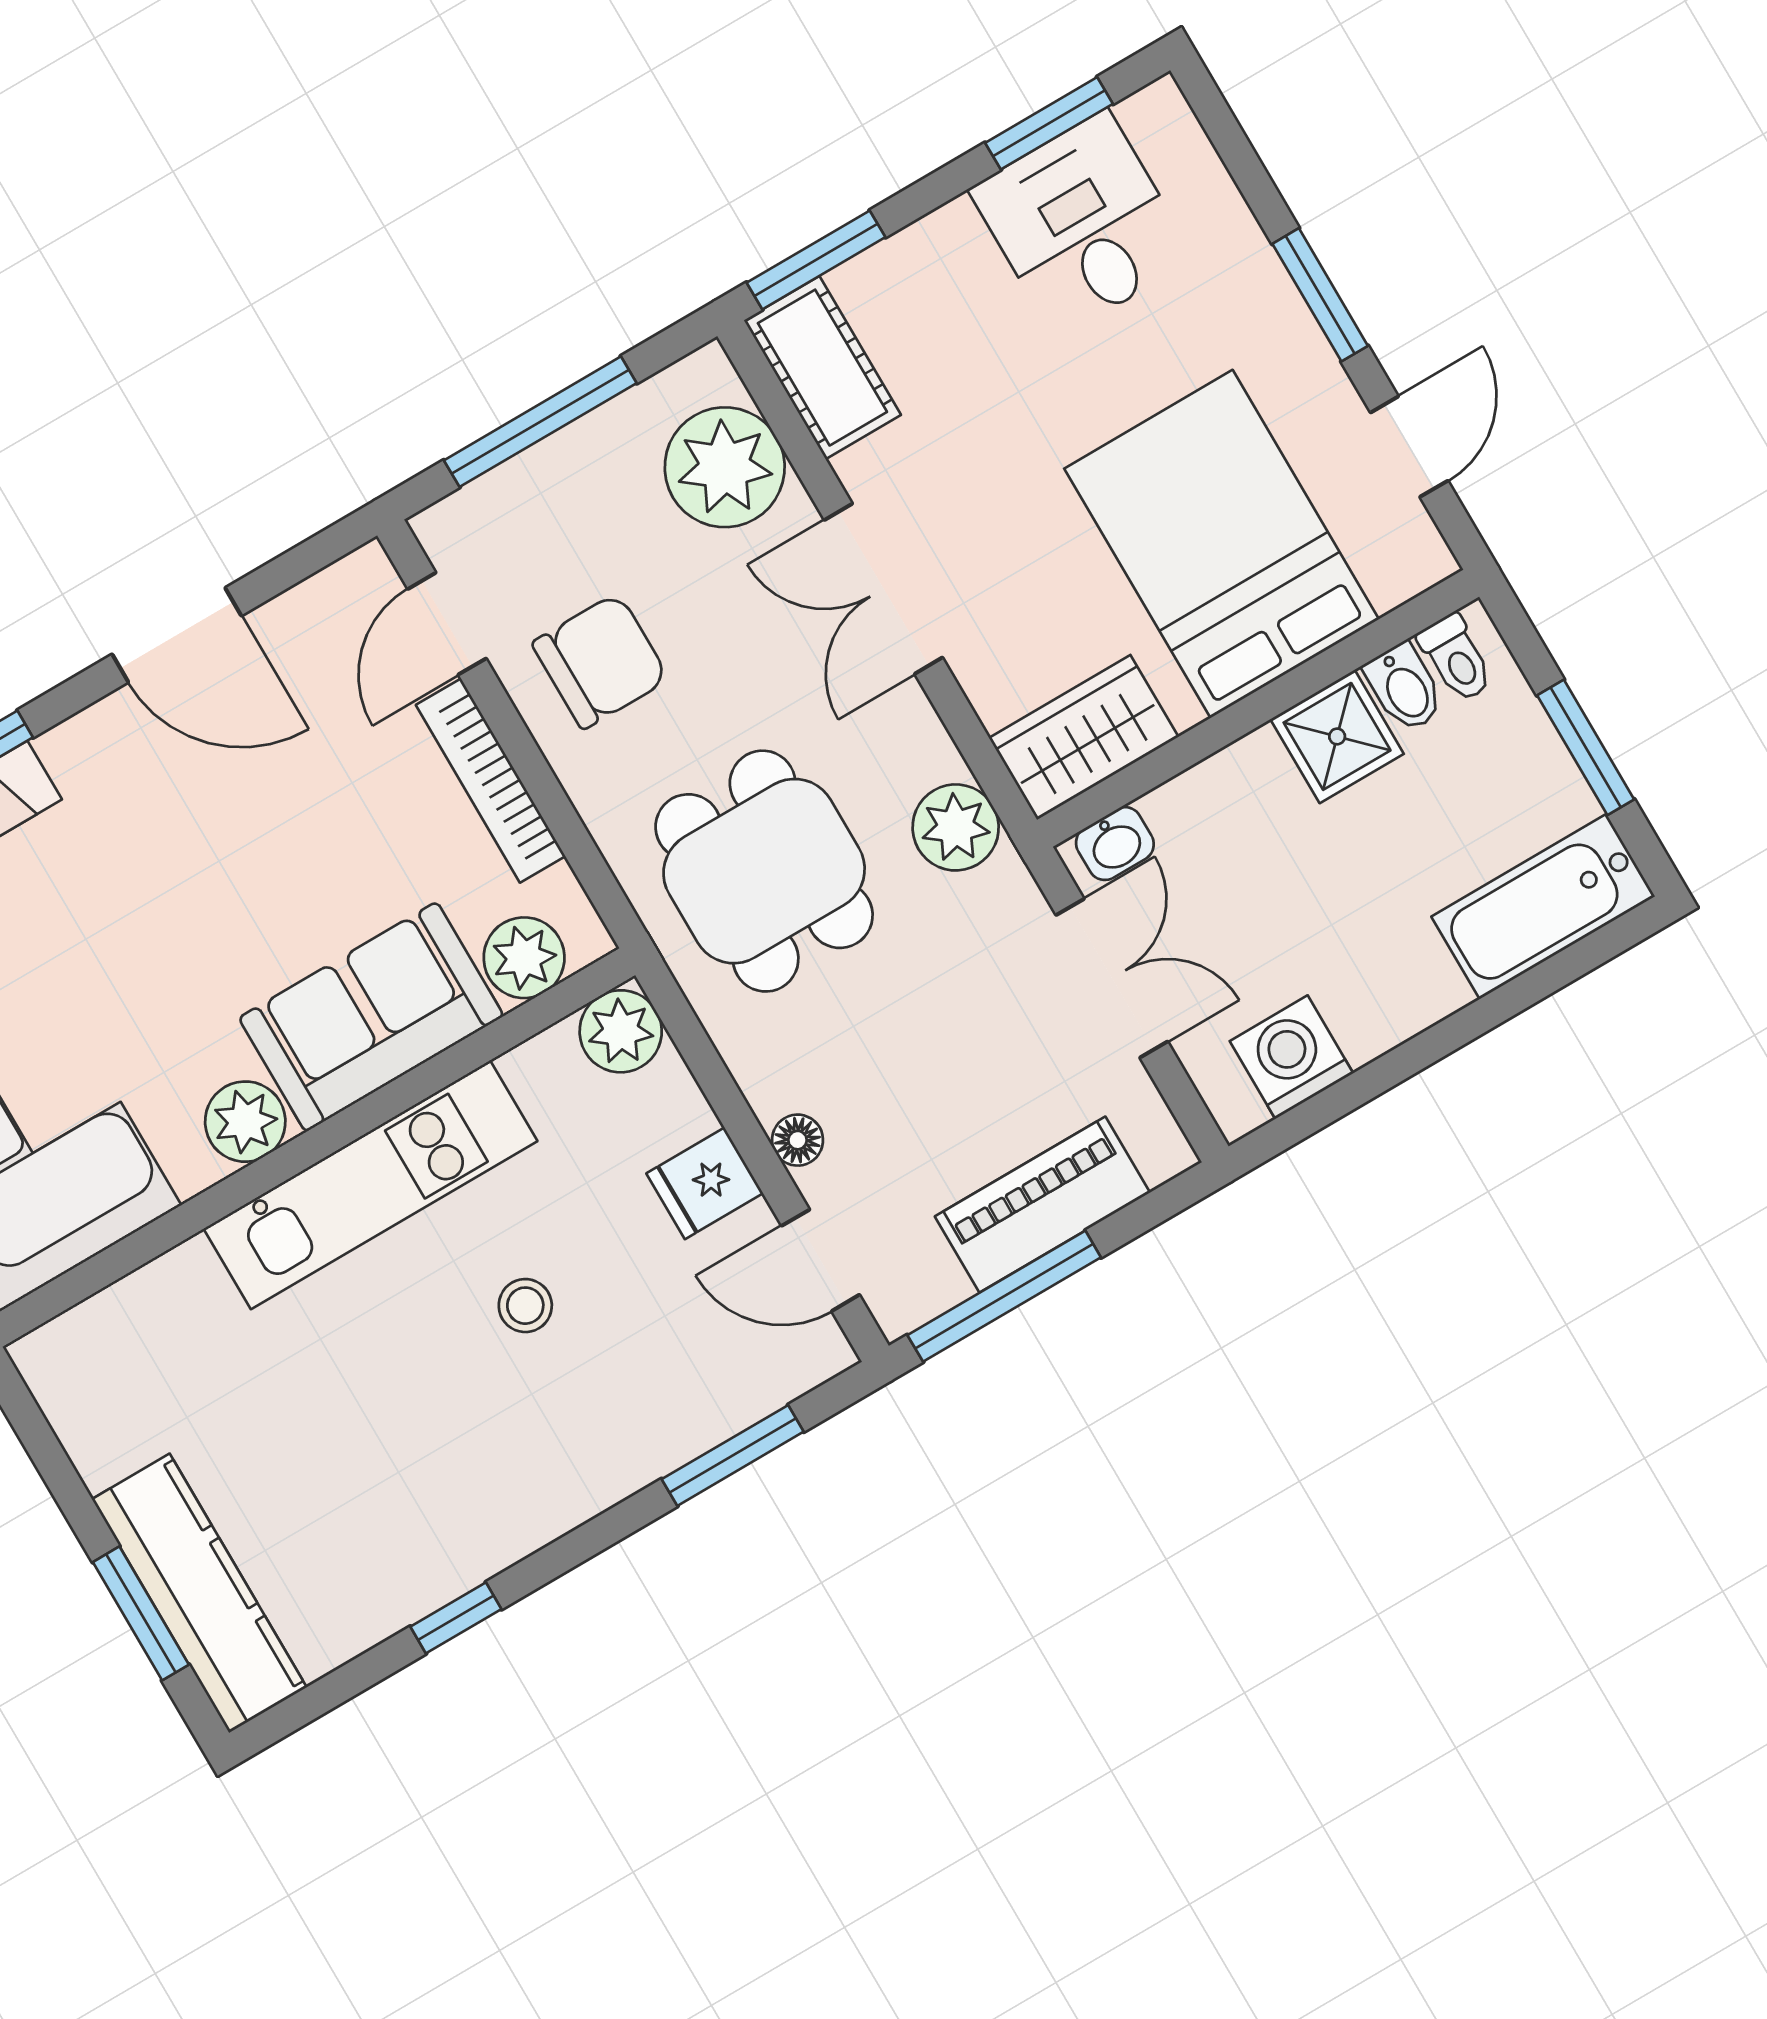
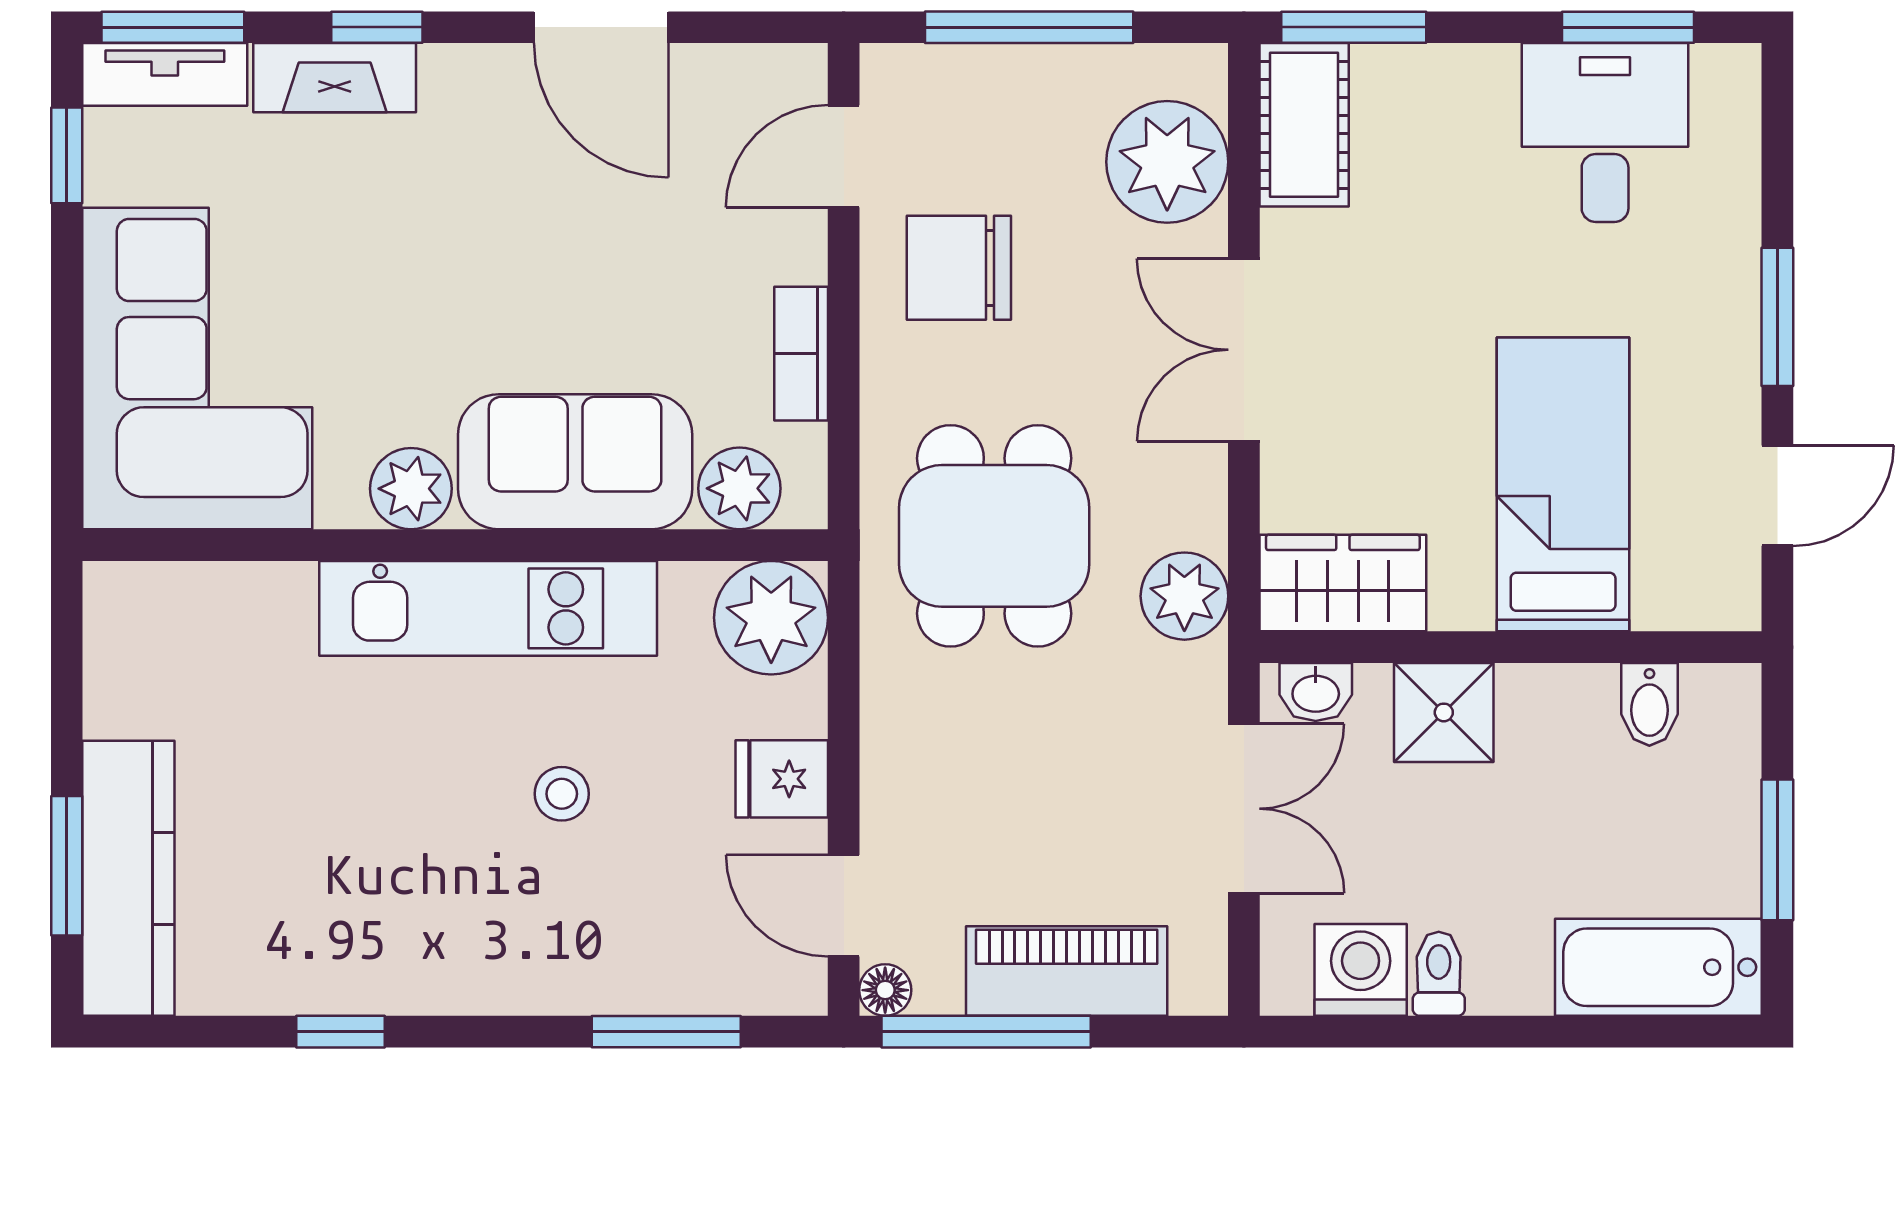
bed: (1222, 544) -> (1563, 484), width x0.67
toilet: (1456, 658) -> (1439, 974), moved, turned 180
chair: (600, 661) -> (959, 268), turned 180
shower: (1337, 736) -> (1444, 712), moved
bookcase: (491, 781) -> (801, 354), width x0.64
plant: (621, 1031) -> (771, 618), width x1.36, depth x1.36
floor lamp: (798, 1140) -> (885, 990), moved

